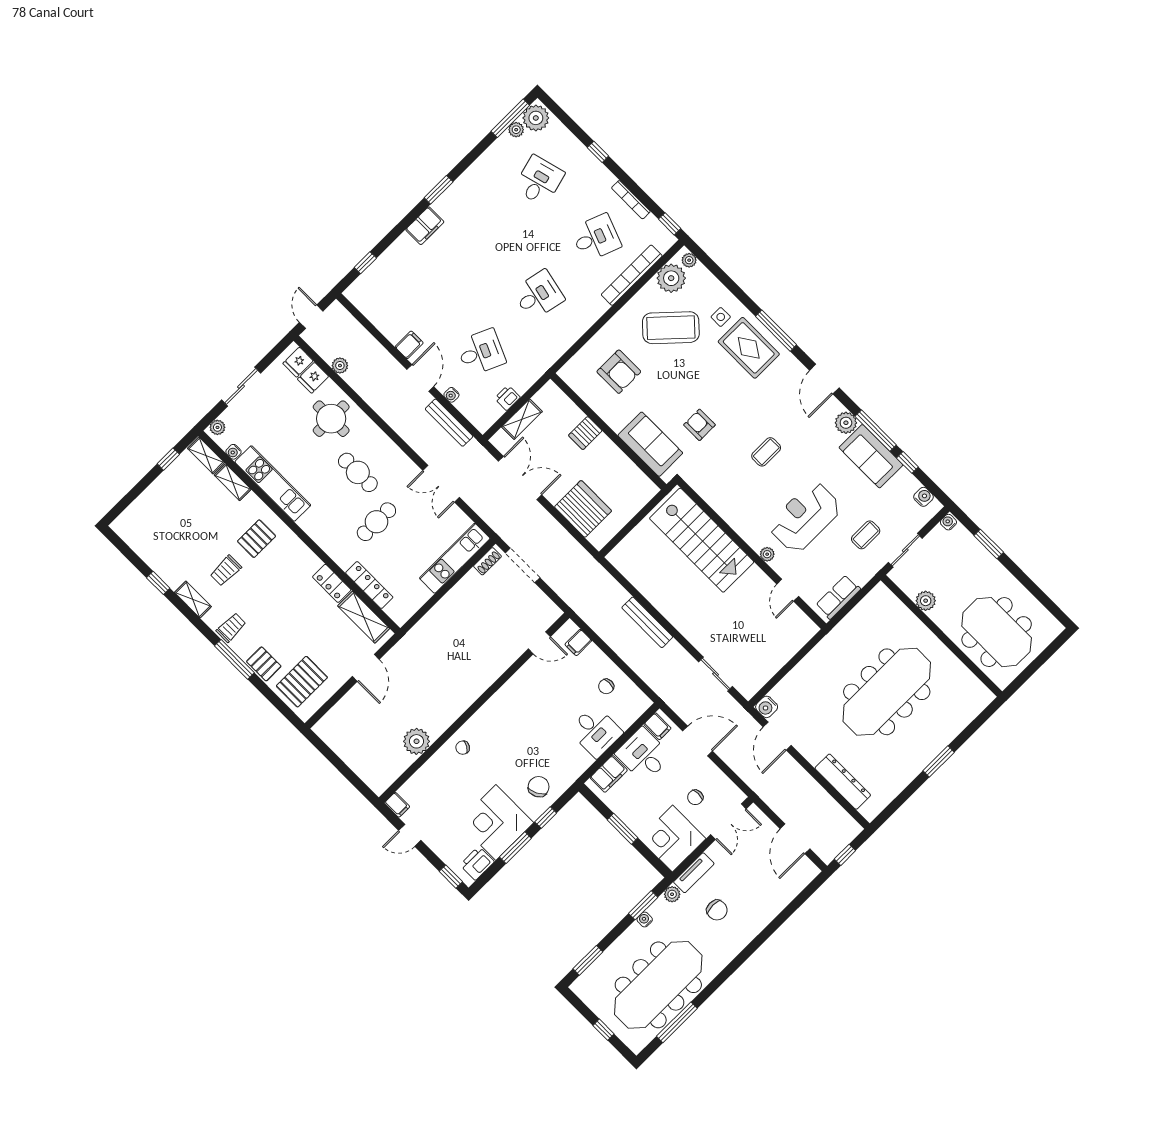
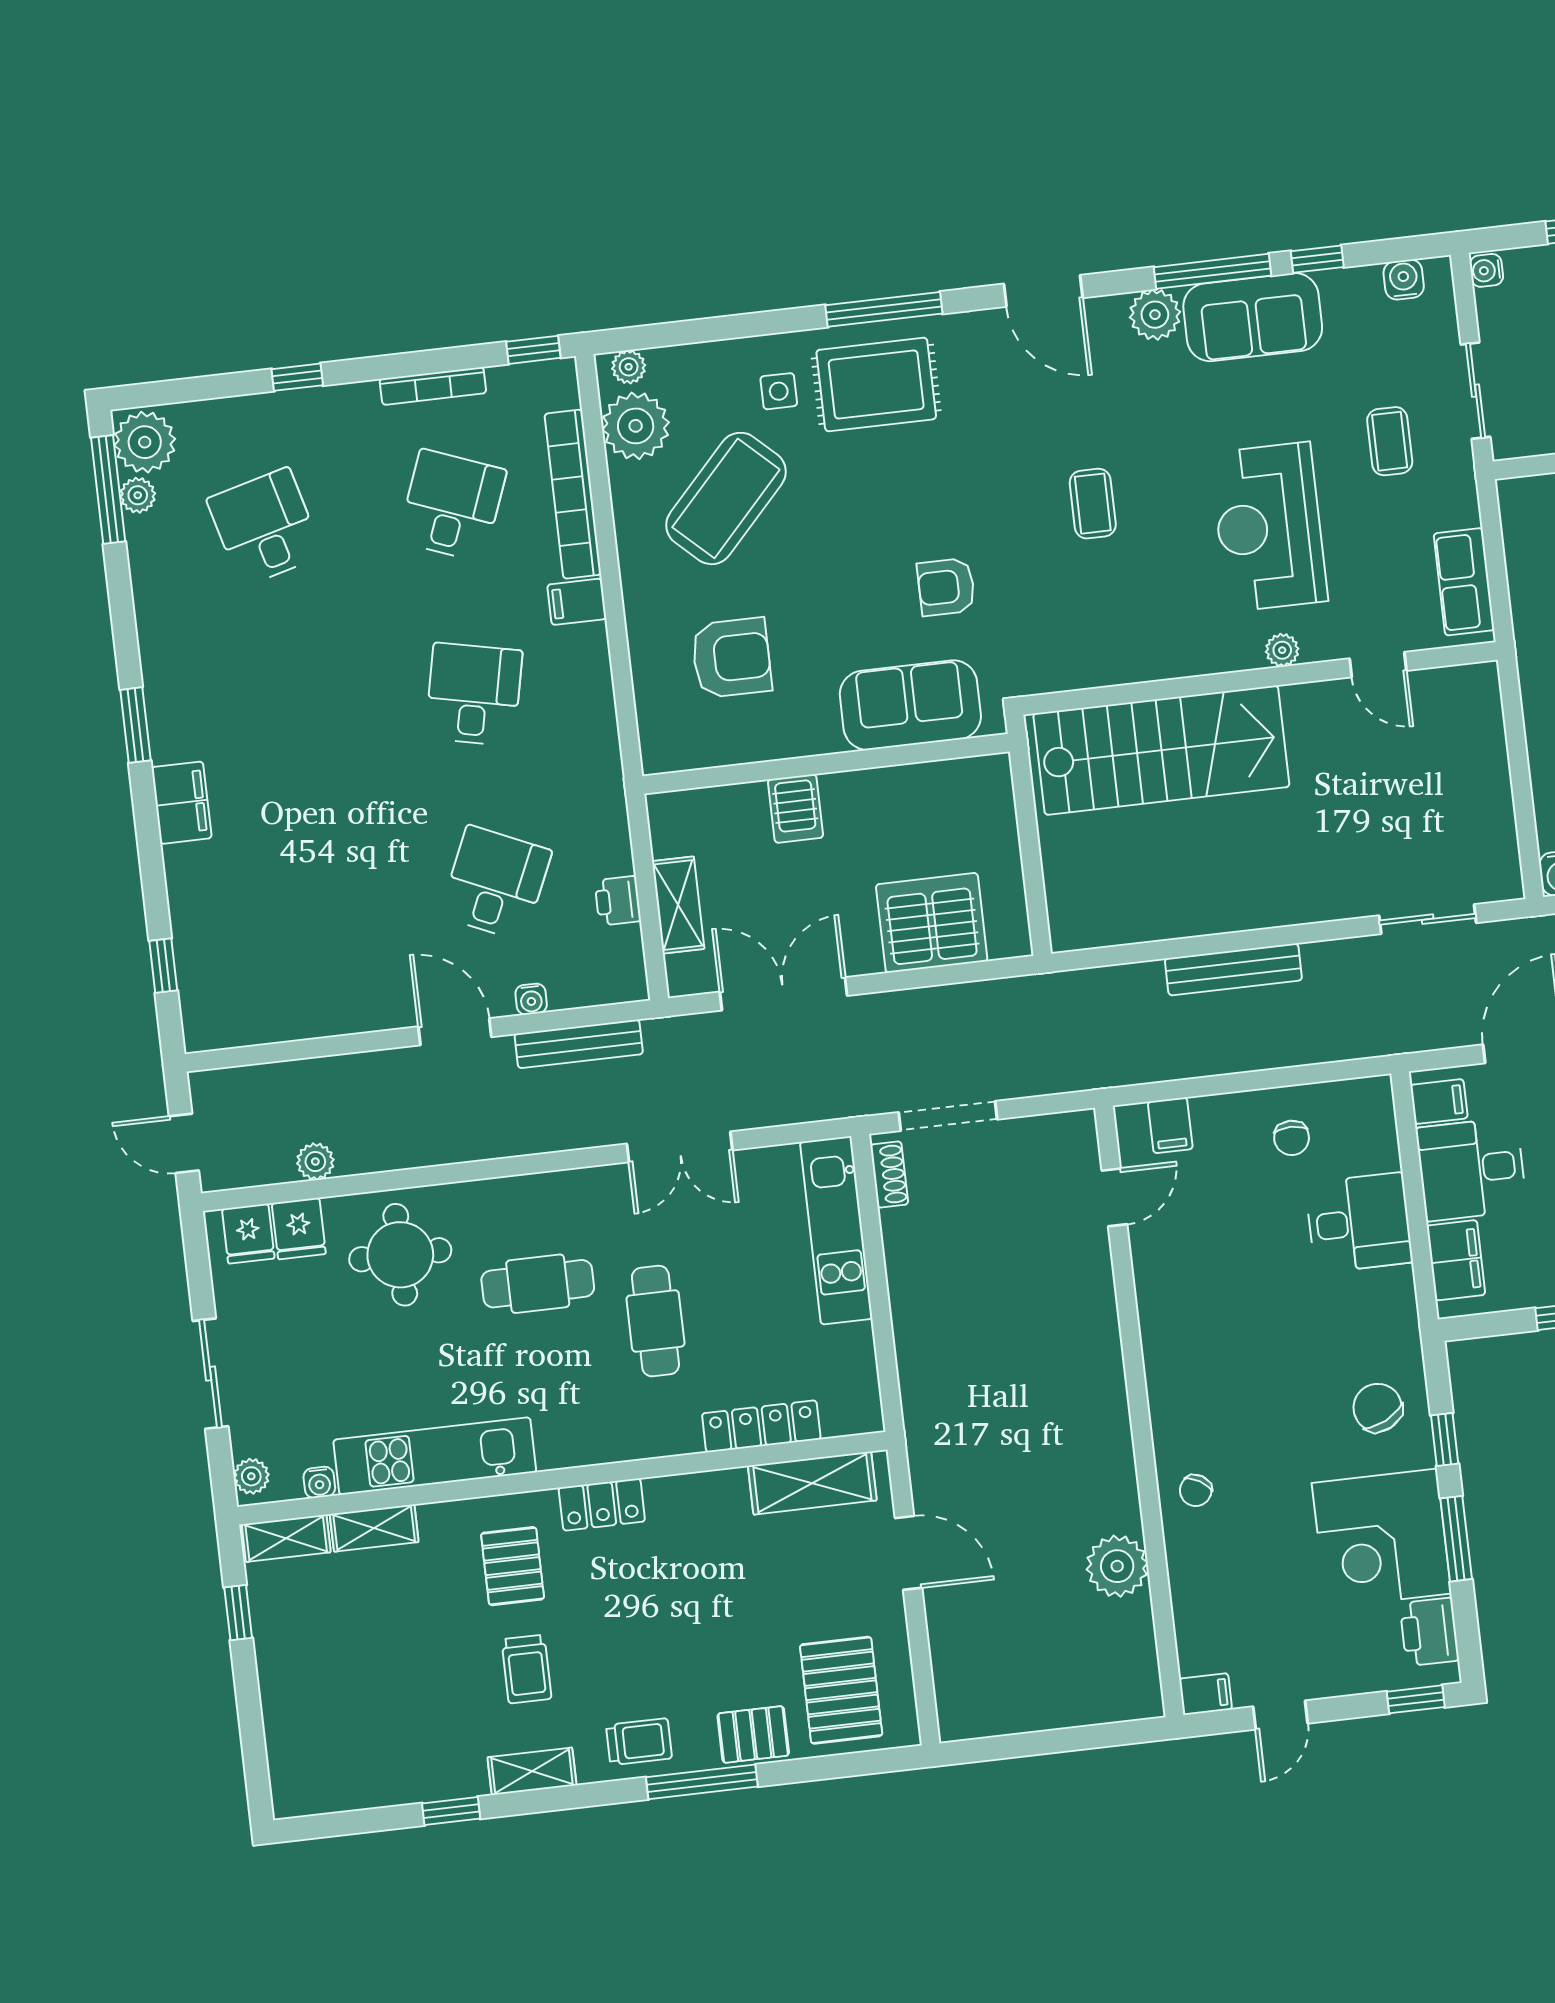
filing cabinet: (409, 345) -> (577, 602), moved, turned -90
locker: (332, 583) -> (602, 1505), moved
trolley: (231, 628) -> (639, 1742), turned 90

